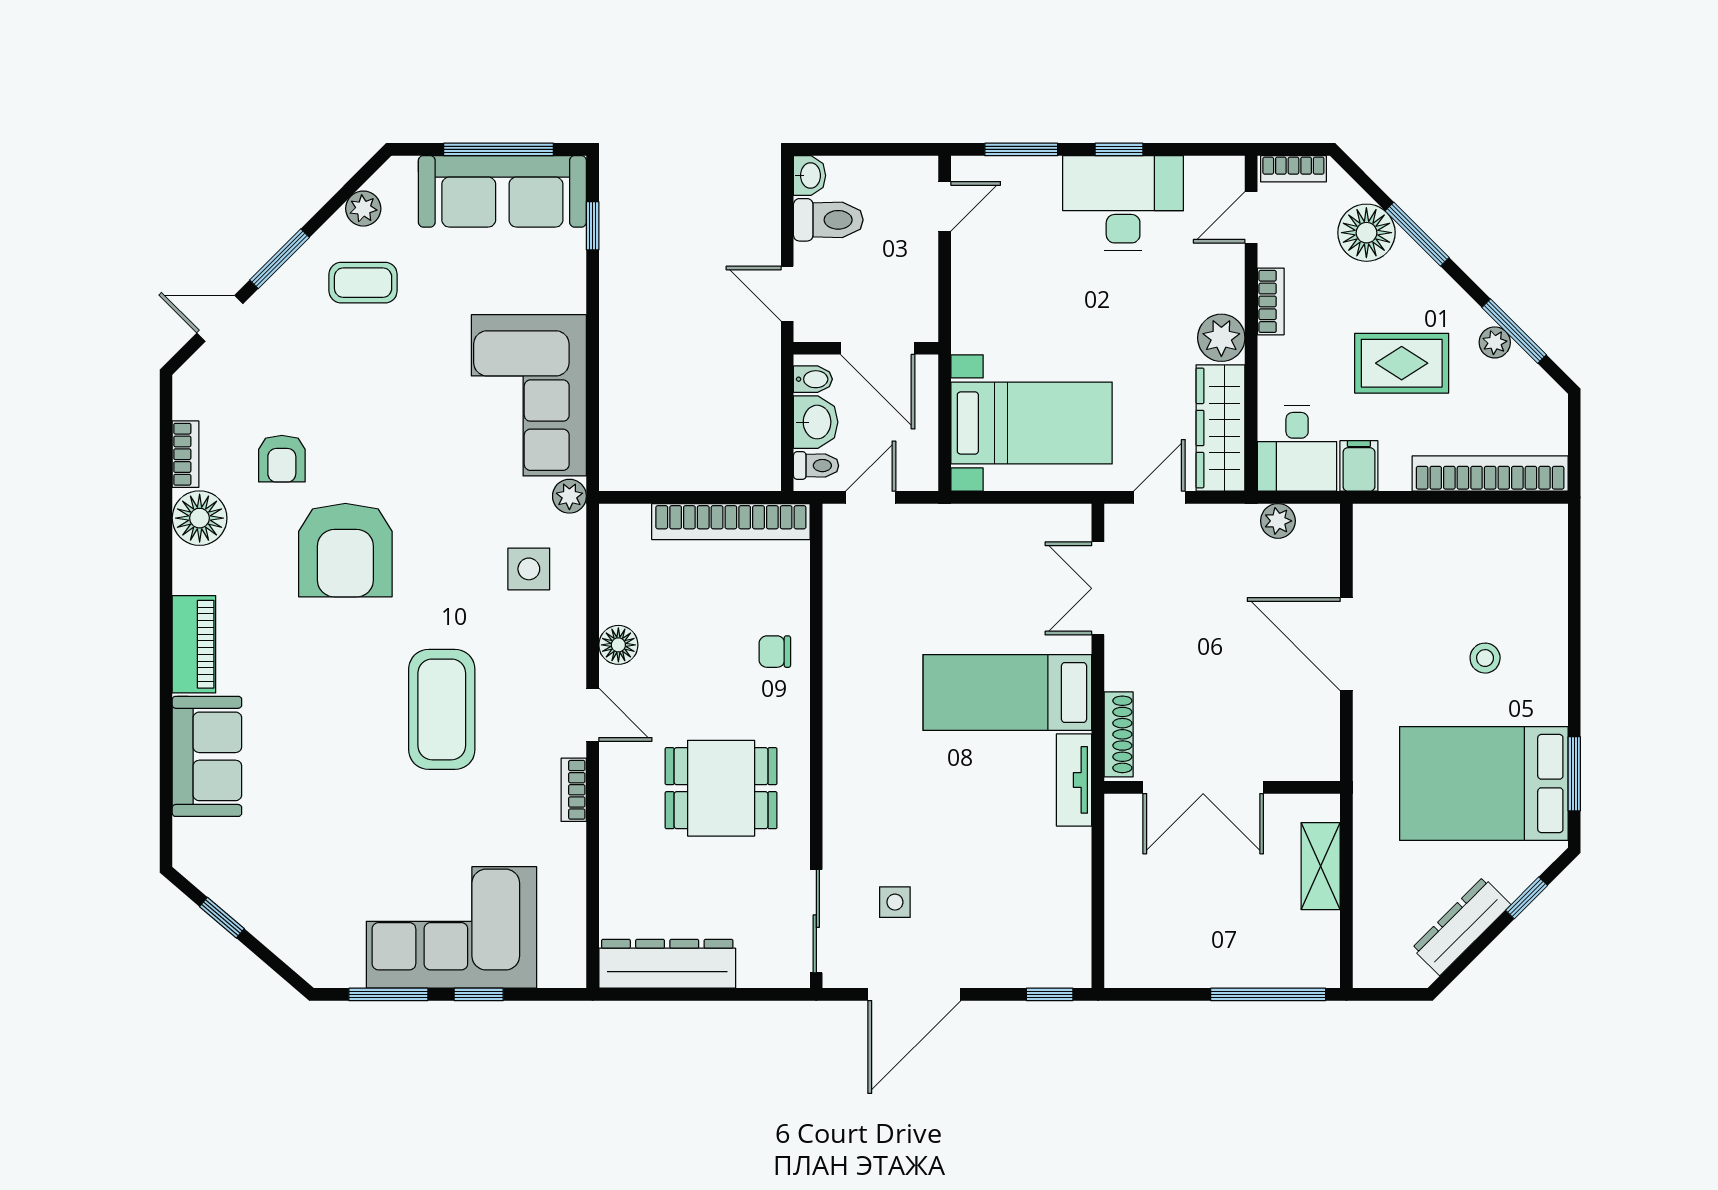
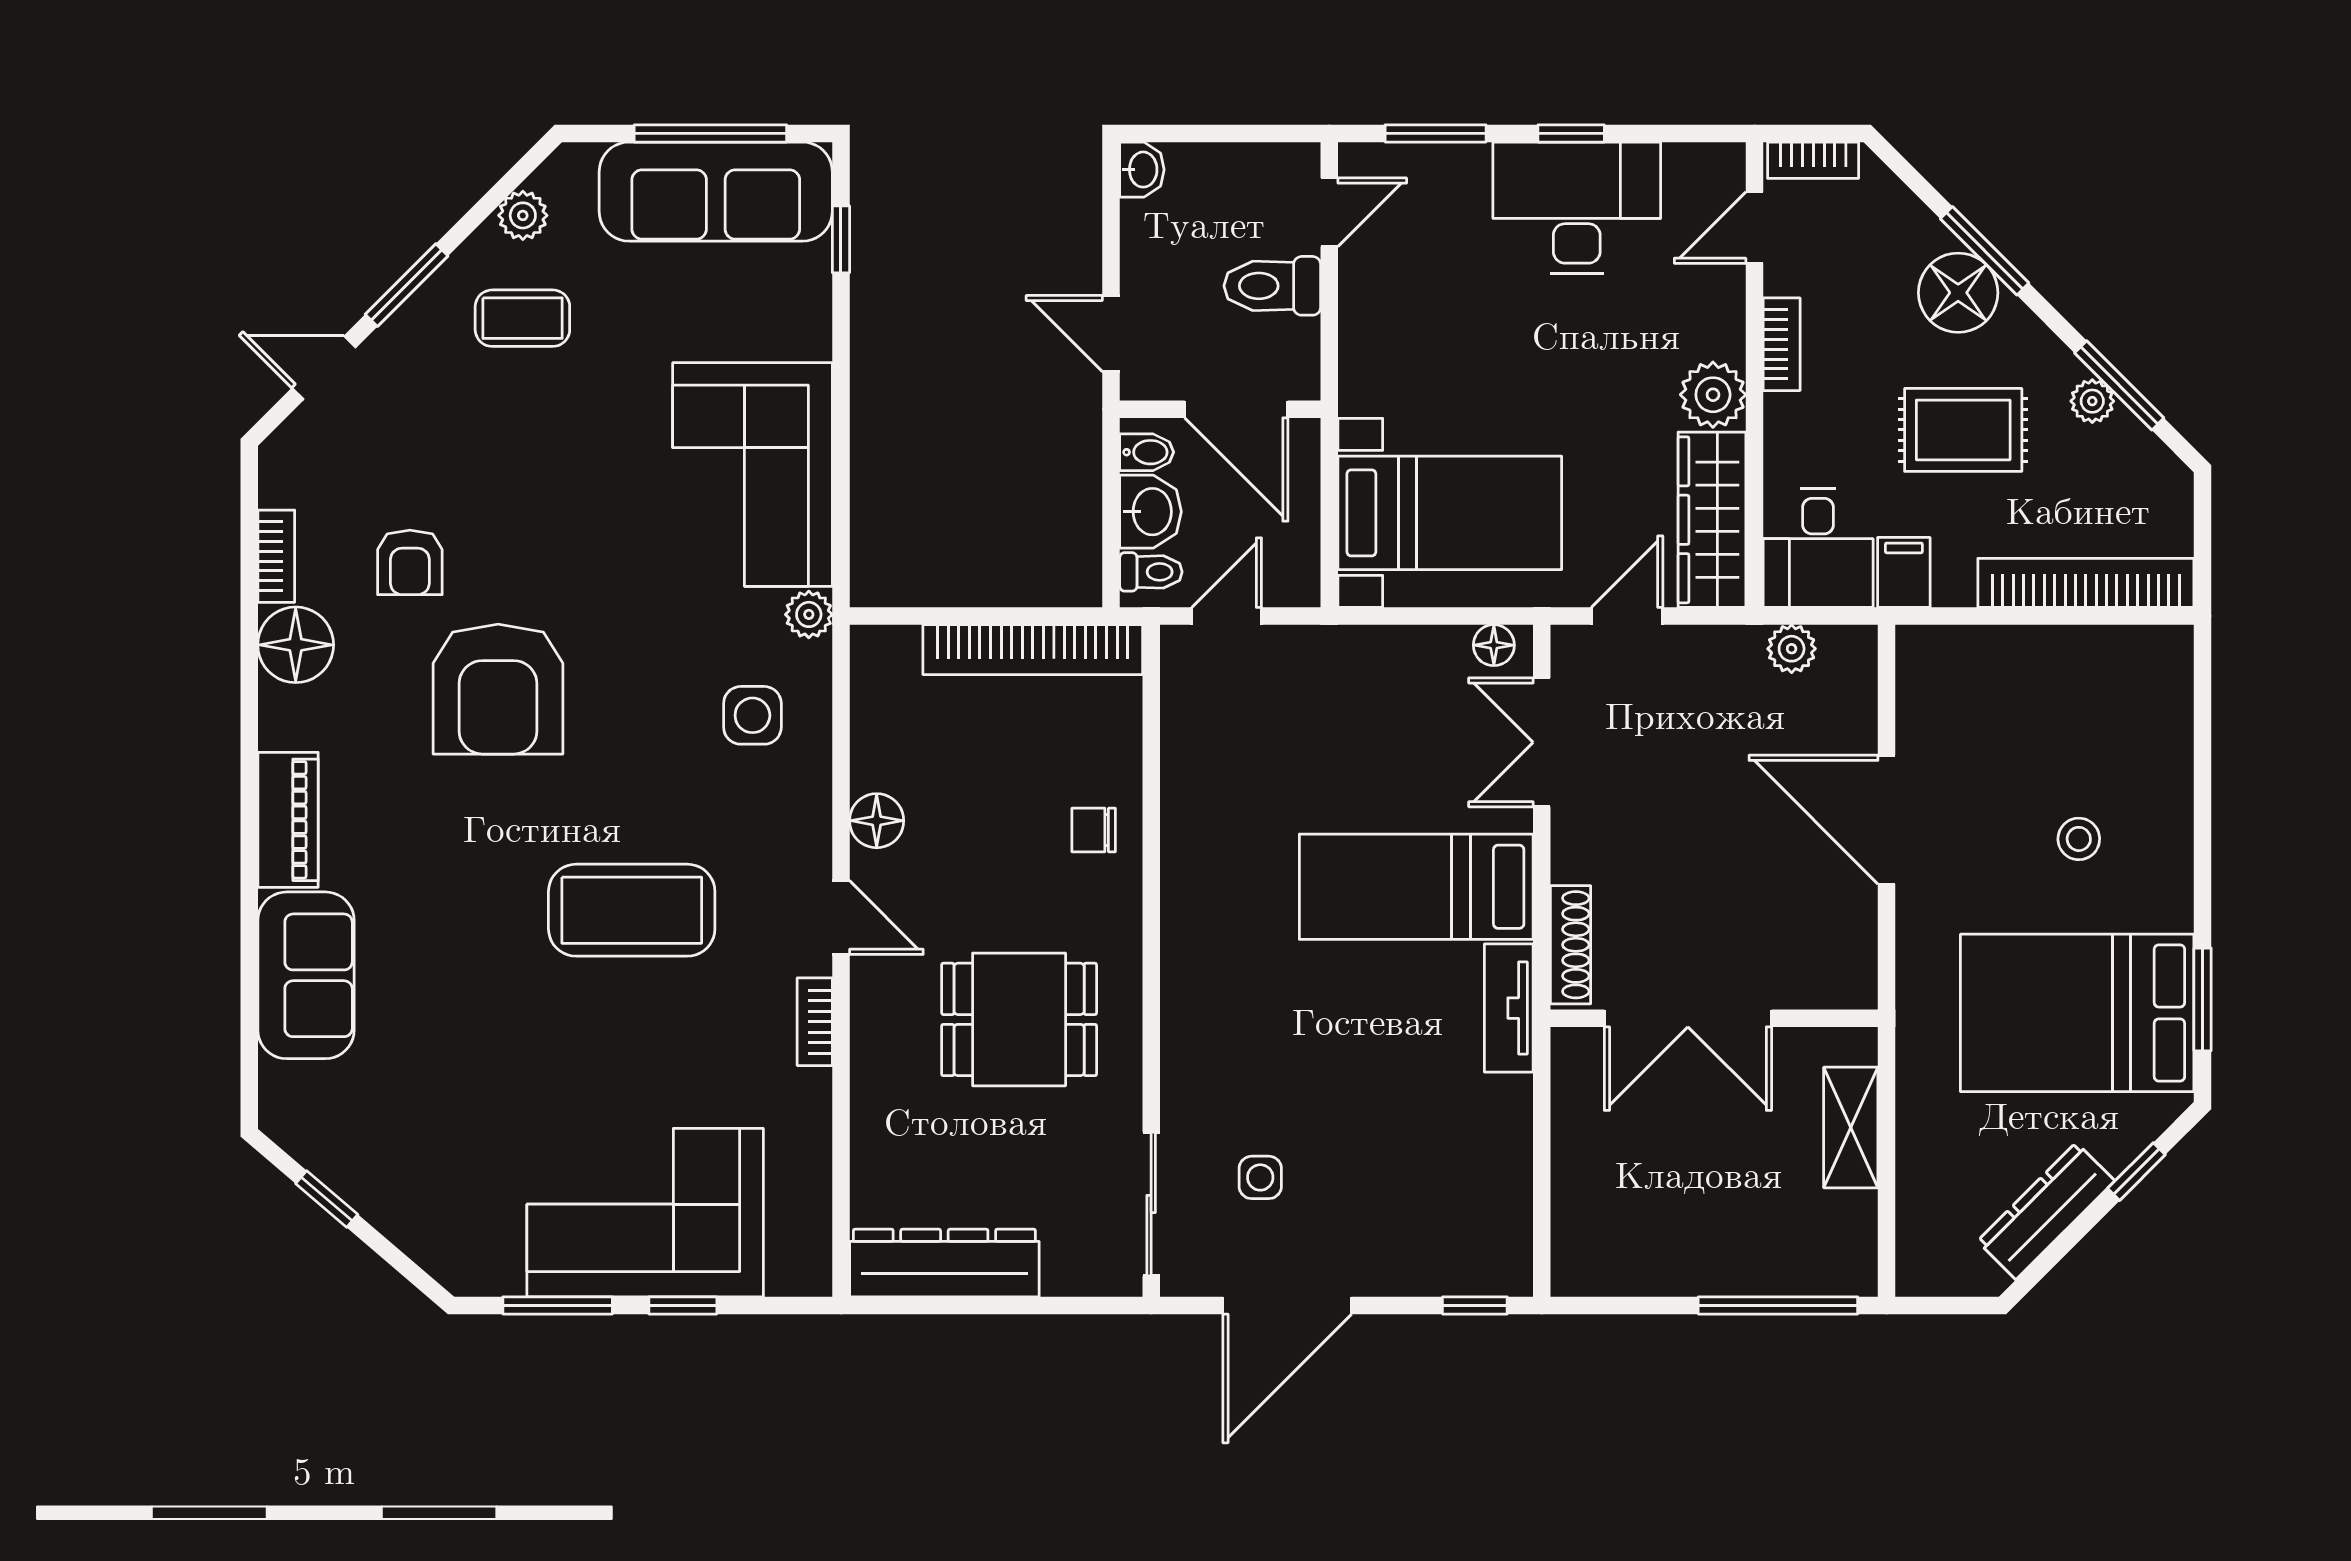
toilet: (828, 220) -> (1272, 286), moved, turned 180
floor lamp: (1366, 233) -> (1958, 293), moved
floor lamp: (1063, 518) -> (1494, 645), added
coffee table: (442, 709) -> (632, 910), turned 90

